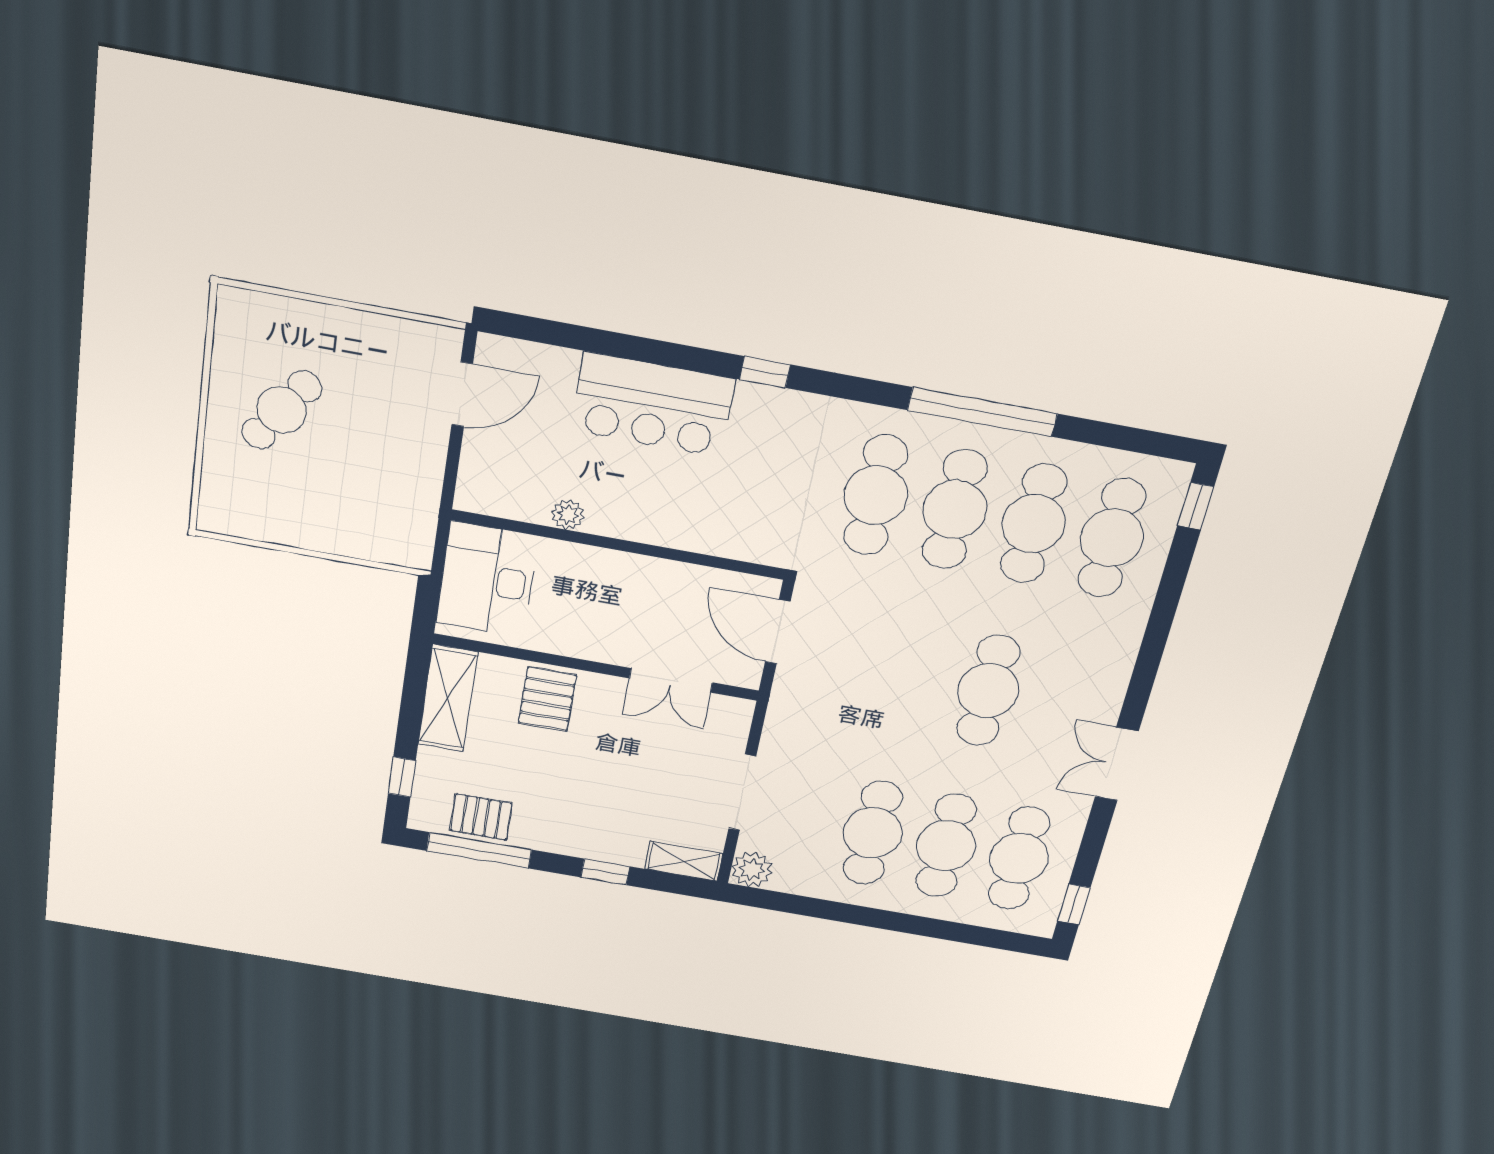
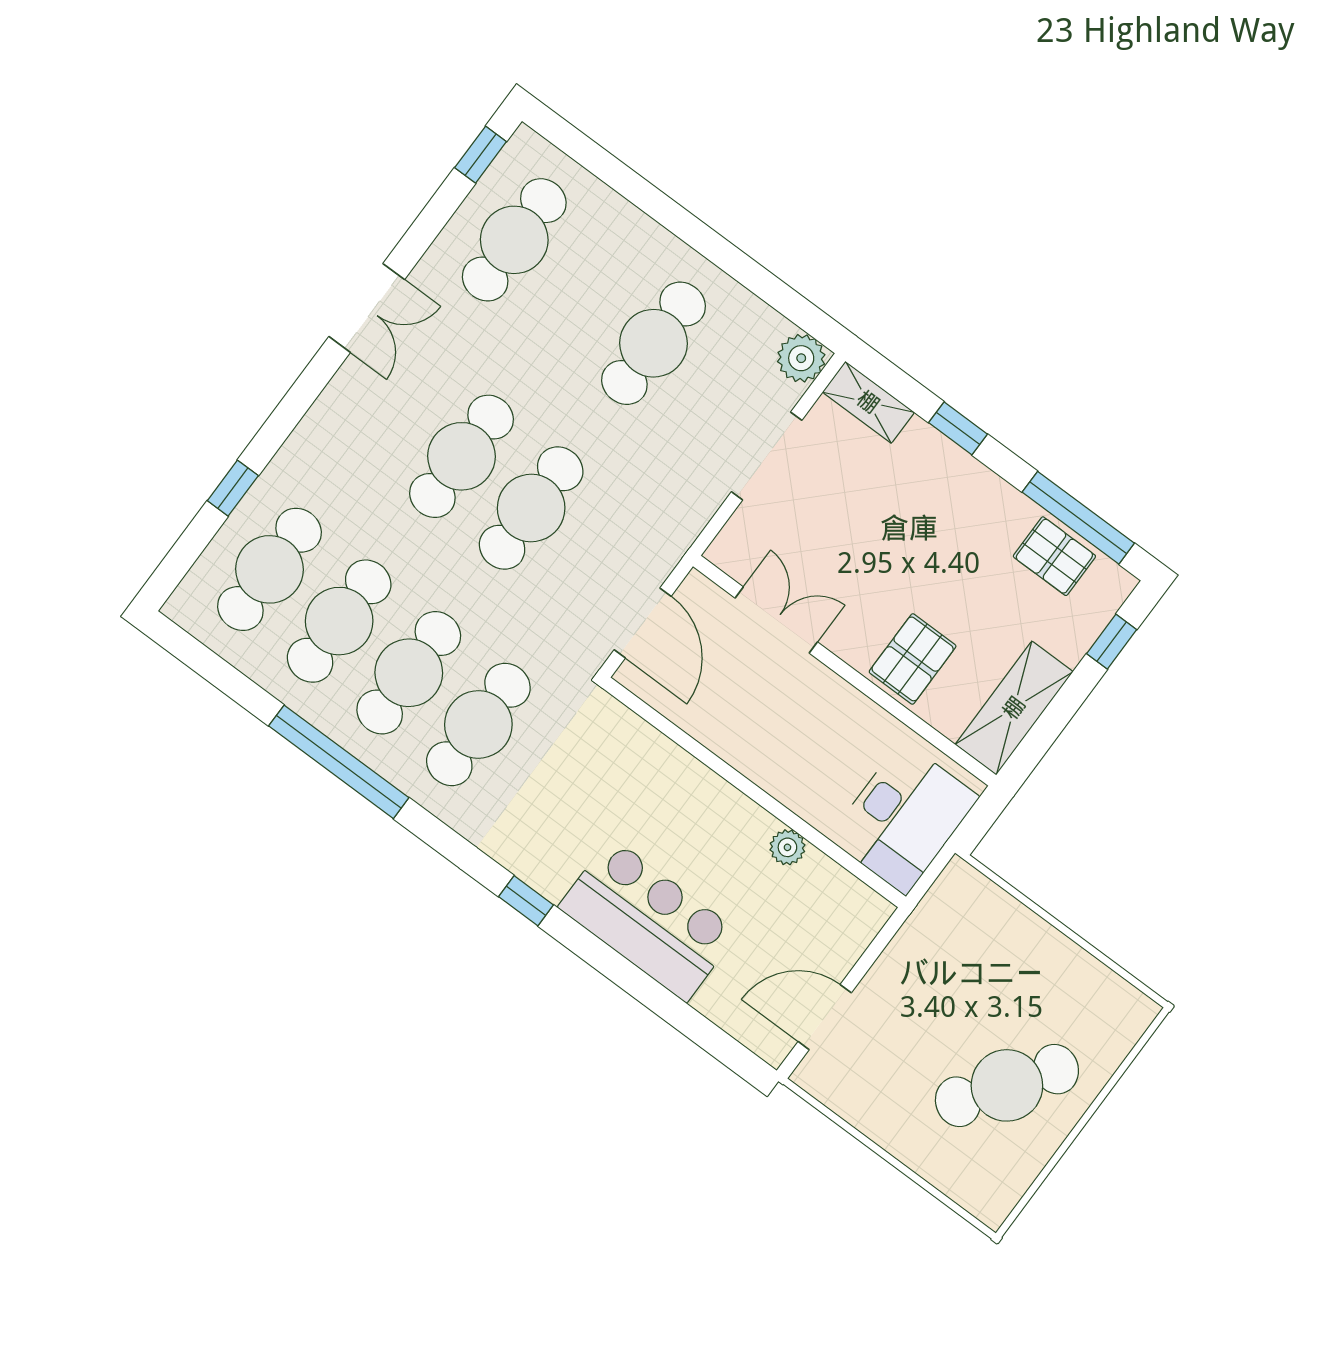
cafe table: (282, 410) -> (1007, 1085), width x1.37, depth x1.35
window: (1196, 506) -> (233, 488), moved
cafe table: (946, 846) -> (531, 508), moved

